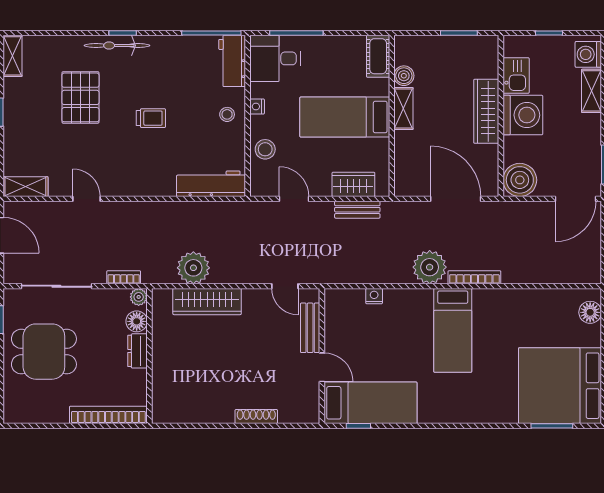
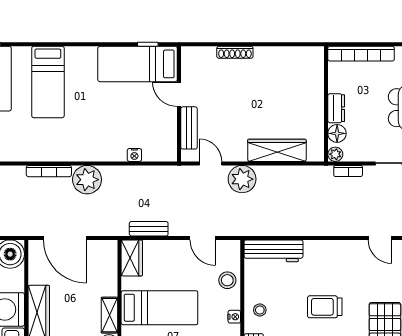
trolley: (151, 118) -> (325, 307), width x1.36, depth x1.39
wardrobe: (353, 184) -> (132, 258), moved, turned -90
plant: (193, 268) -> (242, 179), moved
bed: (453, 330) -> (48, 82), moved, turned 180

